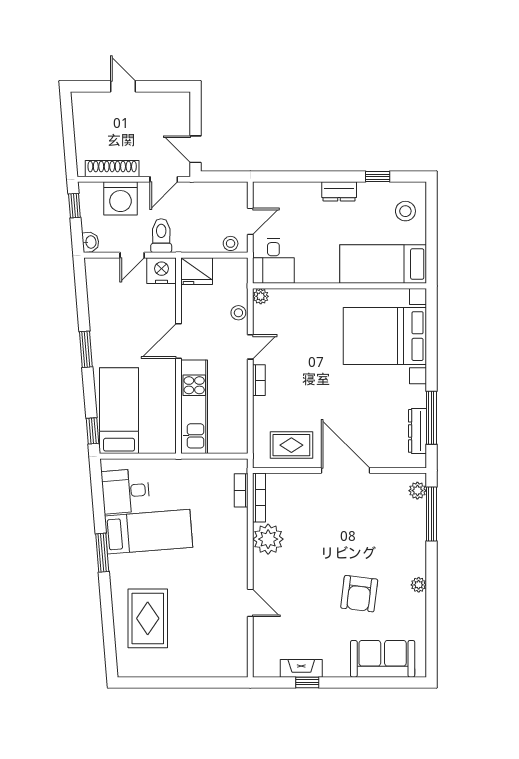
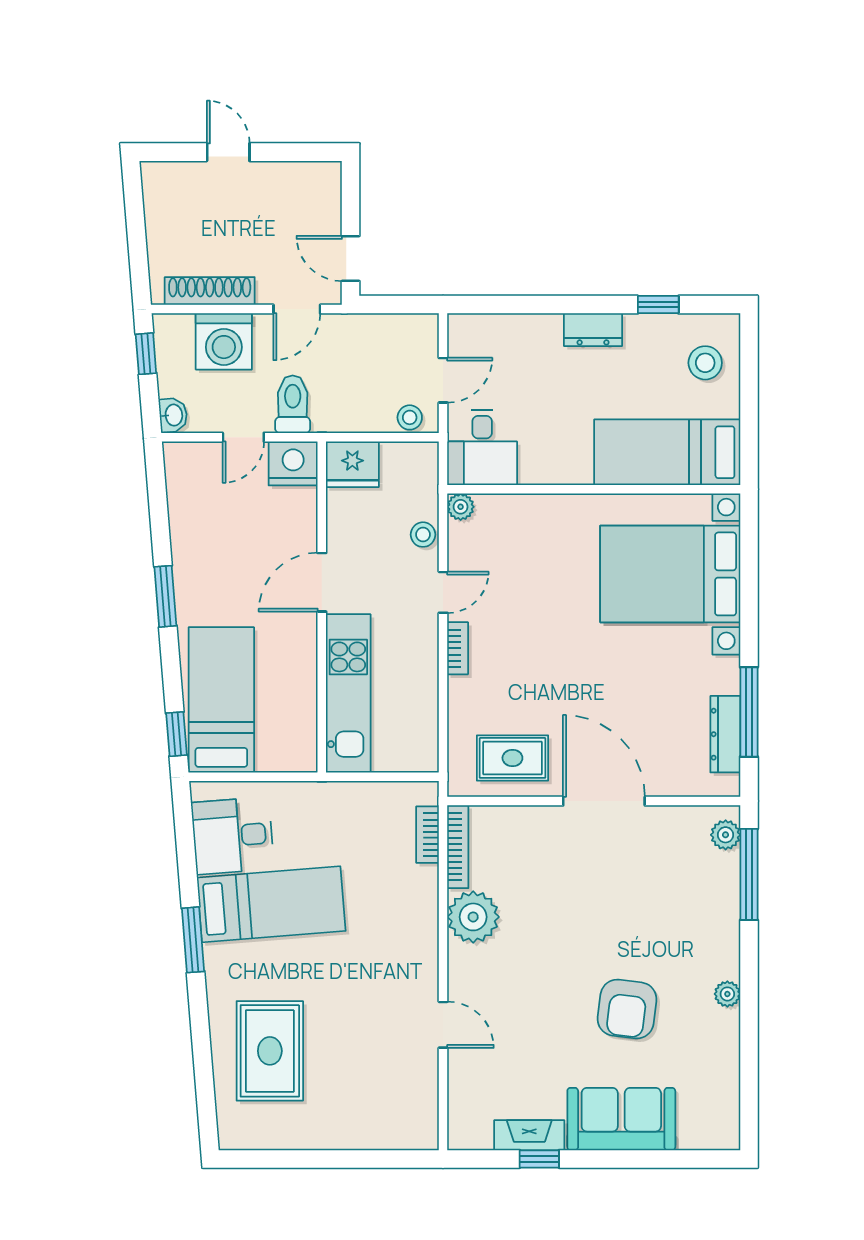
sofa: (383, 659) -> (621, 1119), moved

